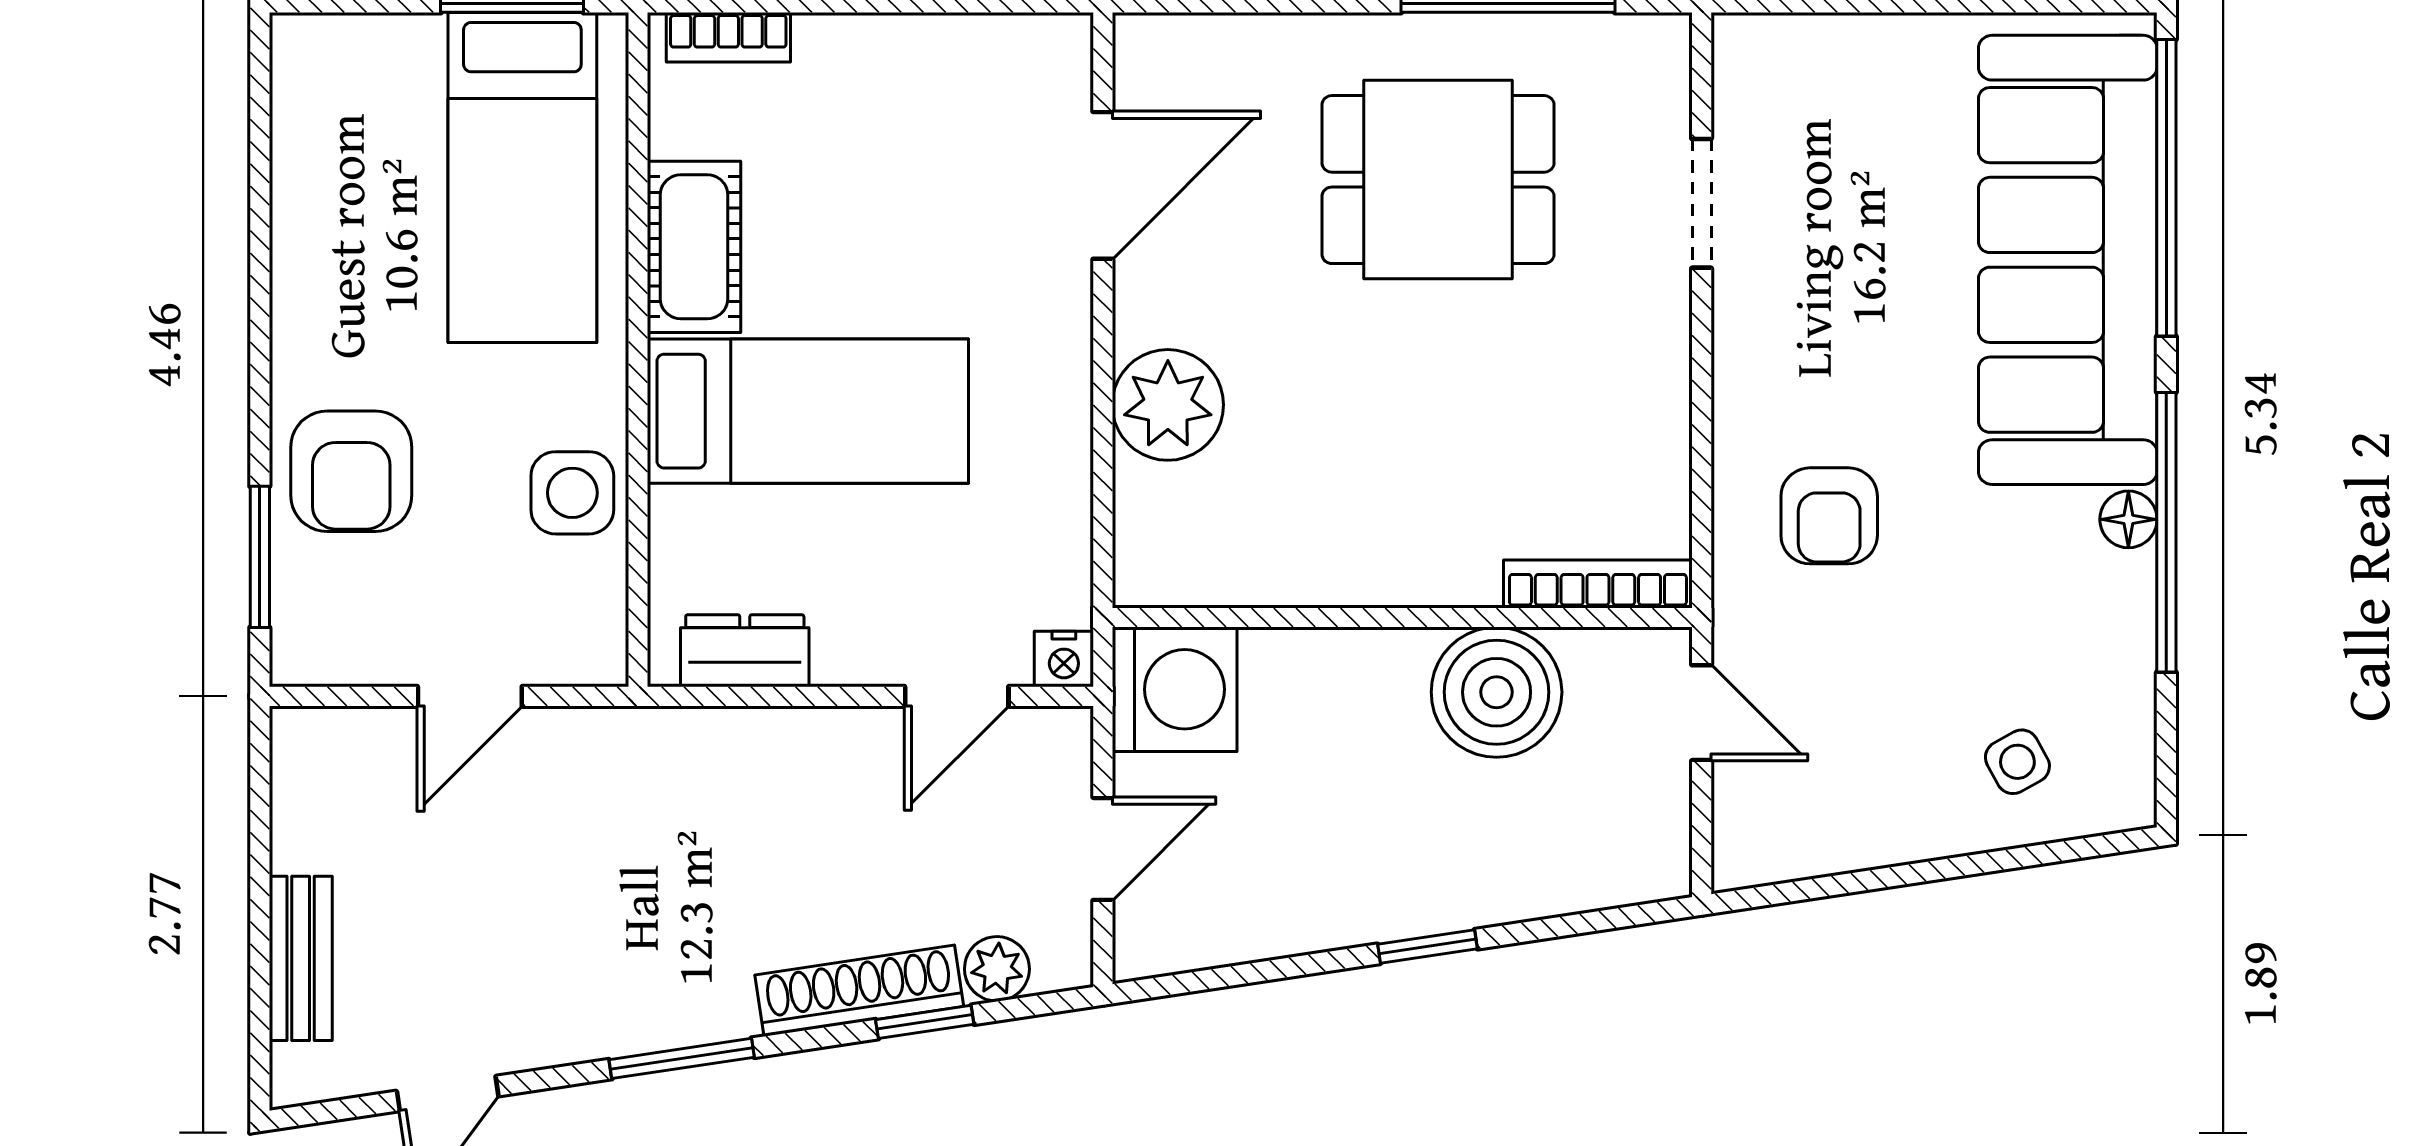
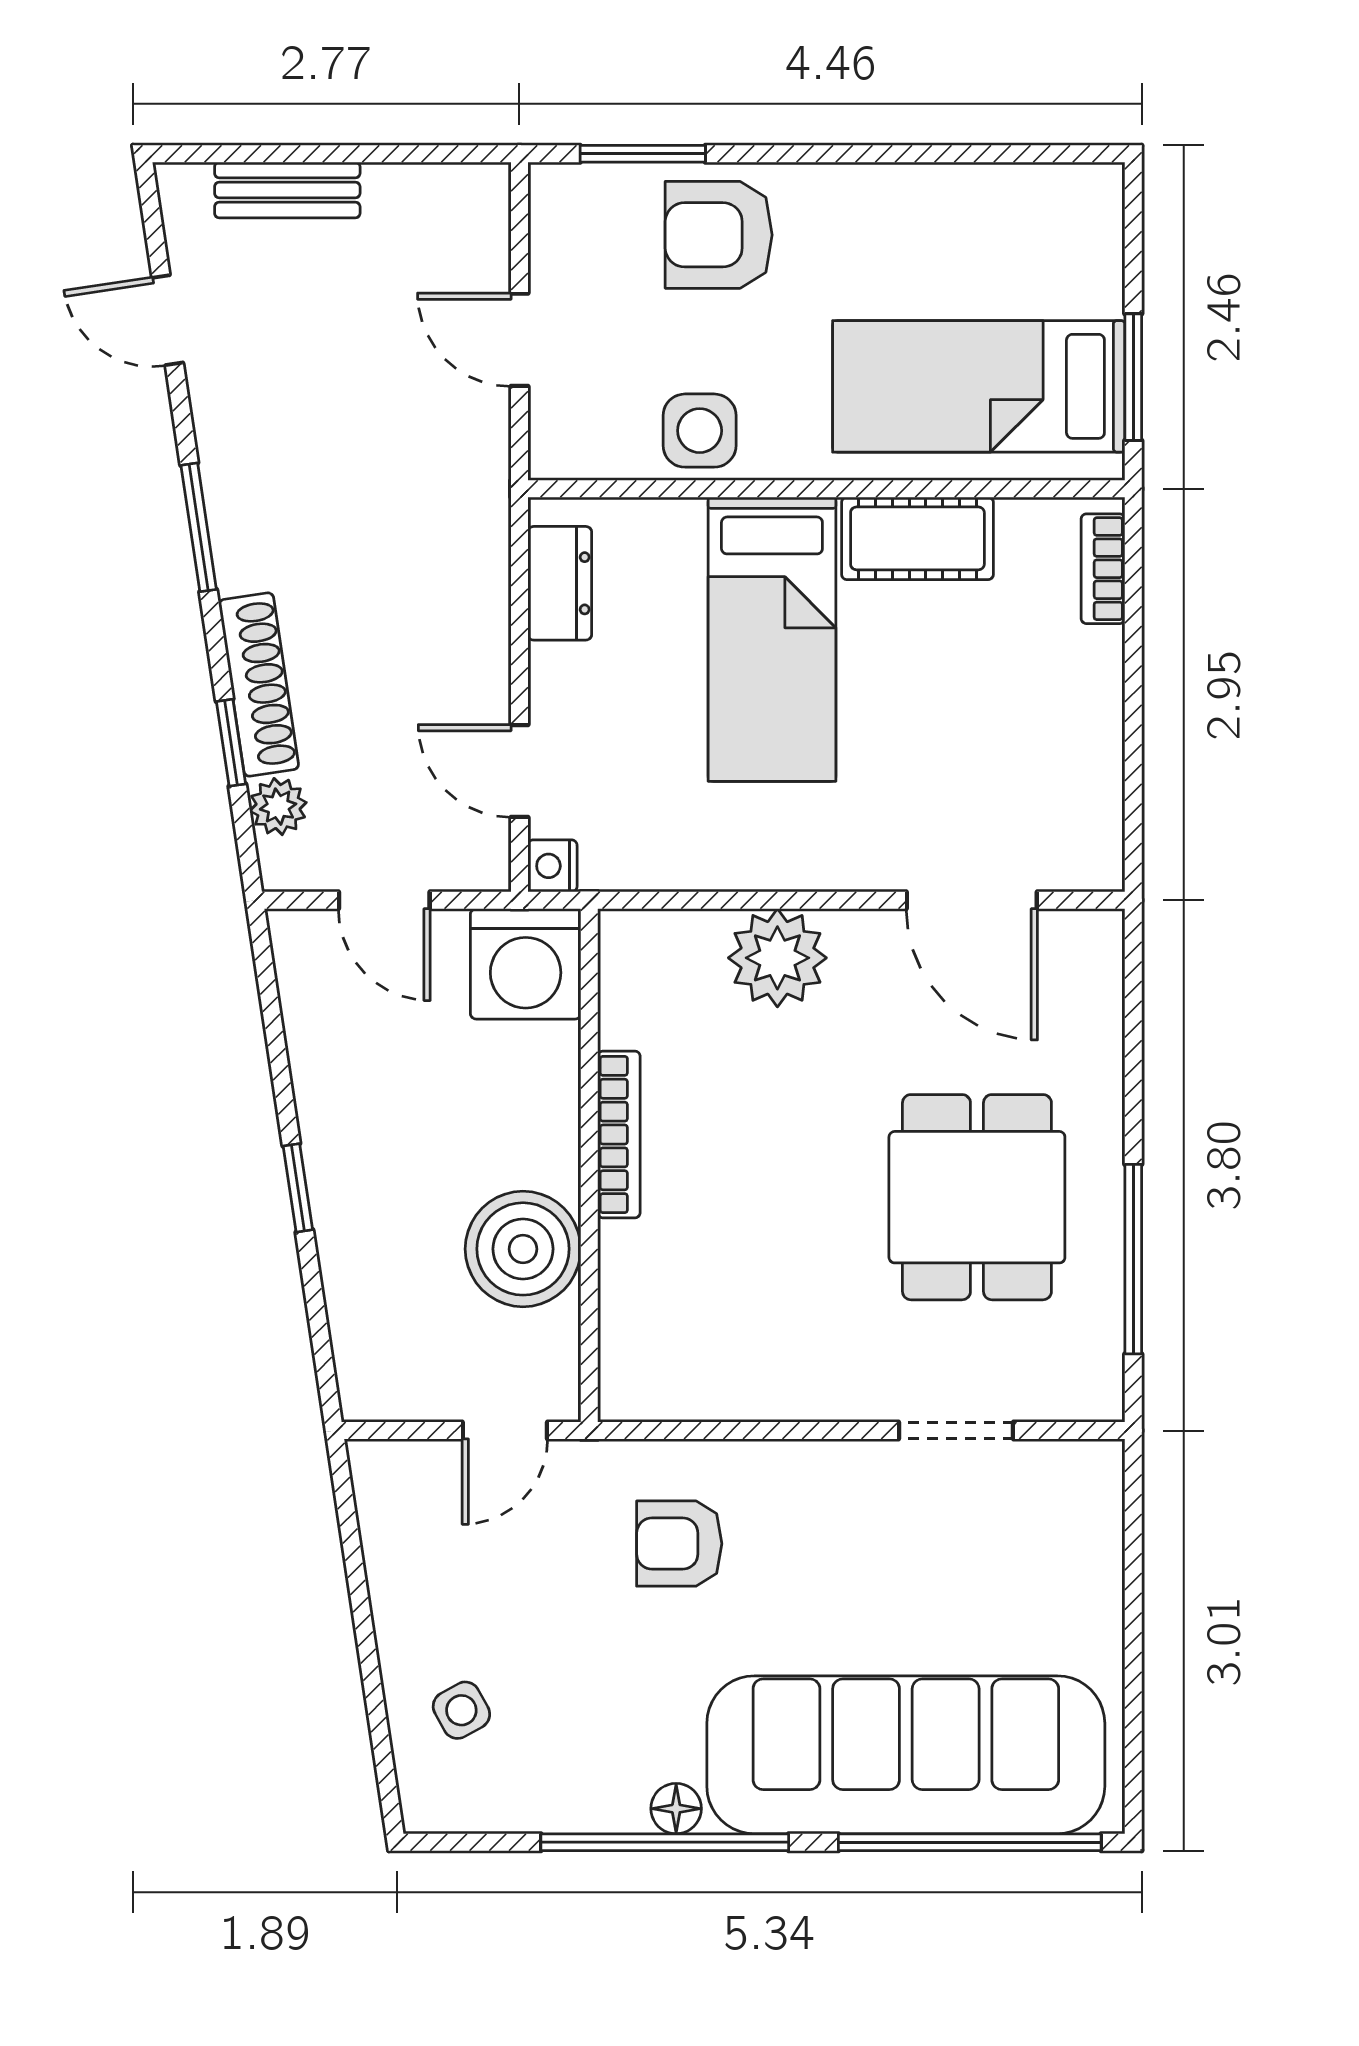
bookcase: (1598, 584) -> (619, 1134), moved

